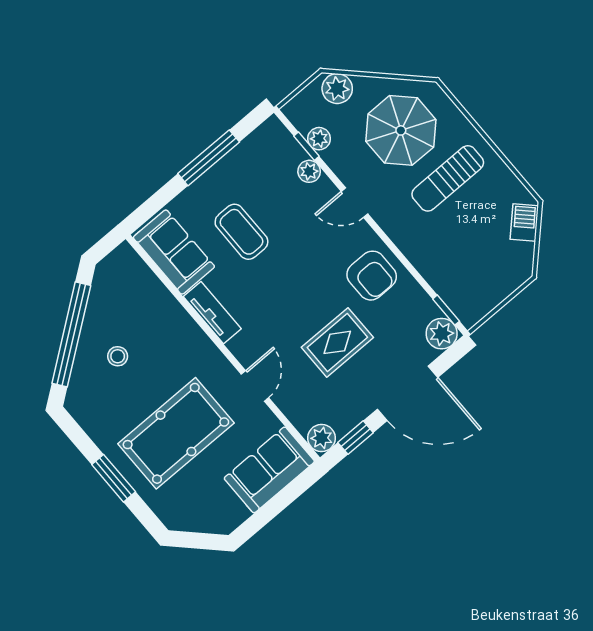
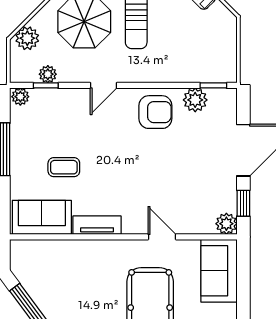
plant: (309, 171) -> (20, 97), moved
coffee table: (241, 232) -> (64, 167), width x0.73, depth x0.77
plant: (442, 334) -> (195, 100), moved
rug: (337, 342) -> (178, 166), removed
stool: (118, 356) -> (75, 303), removed

